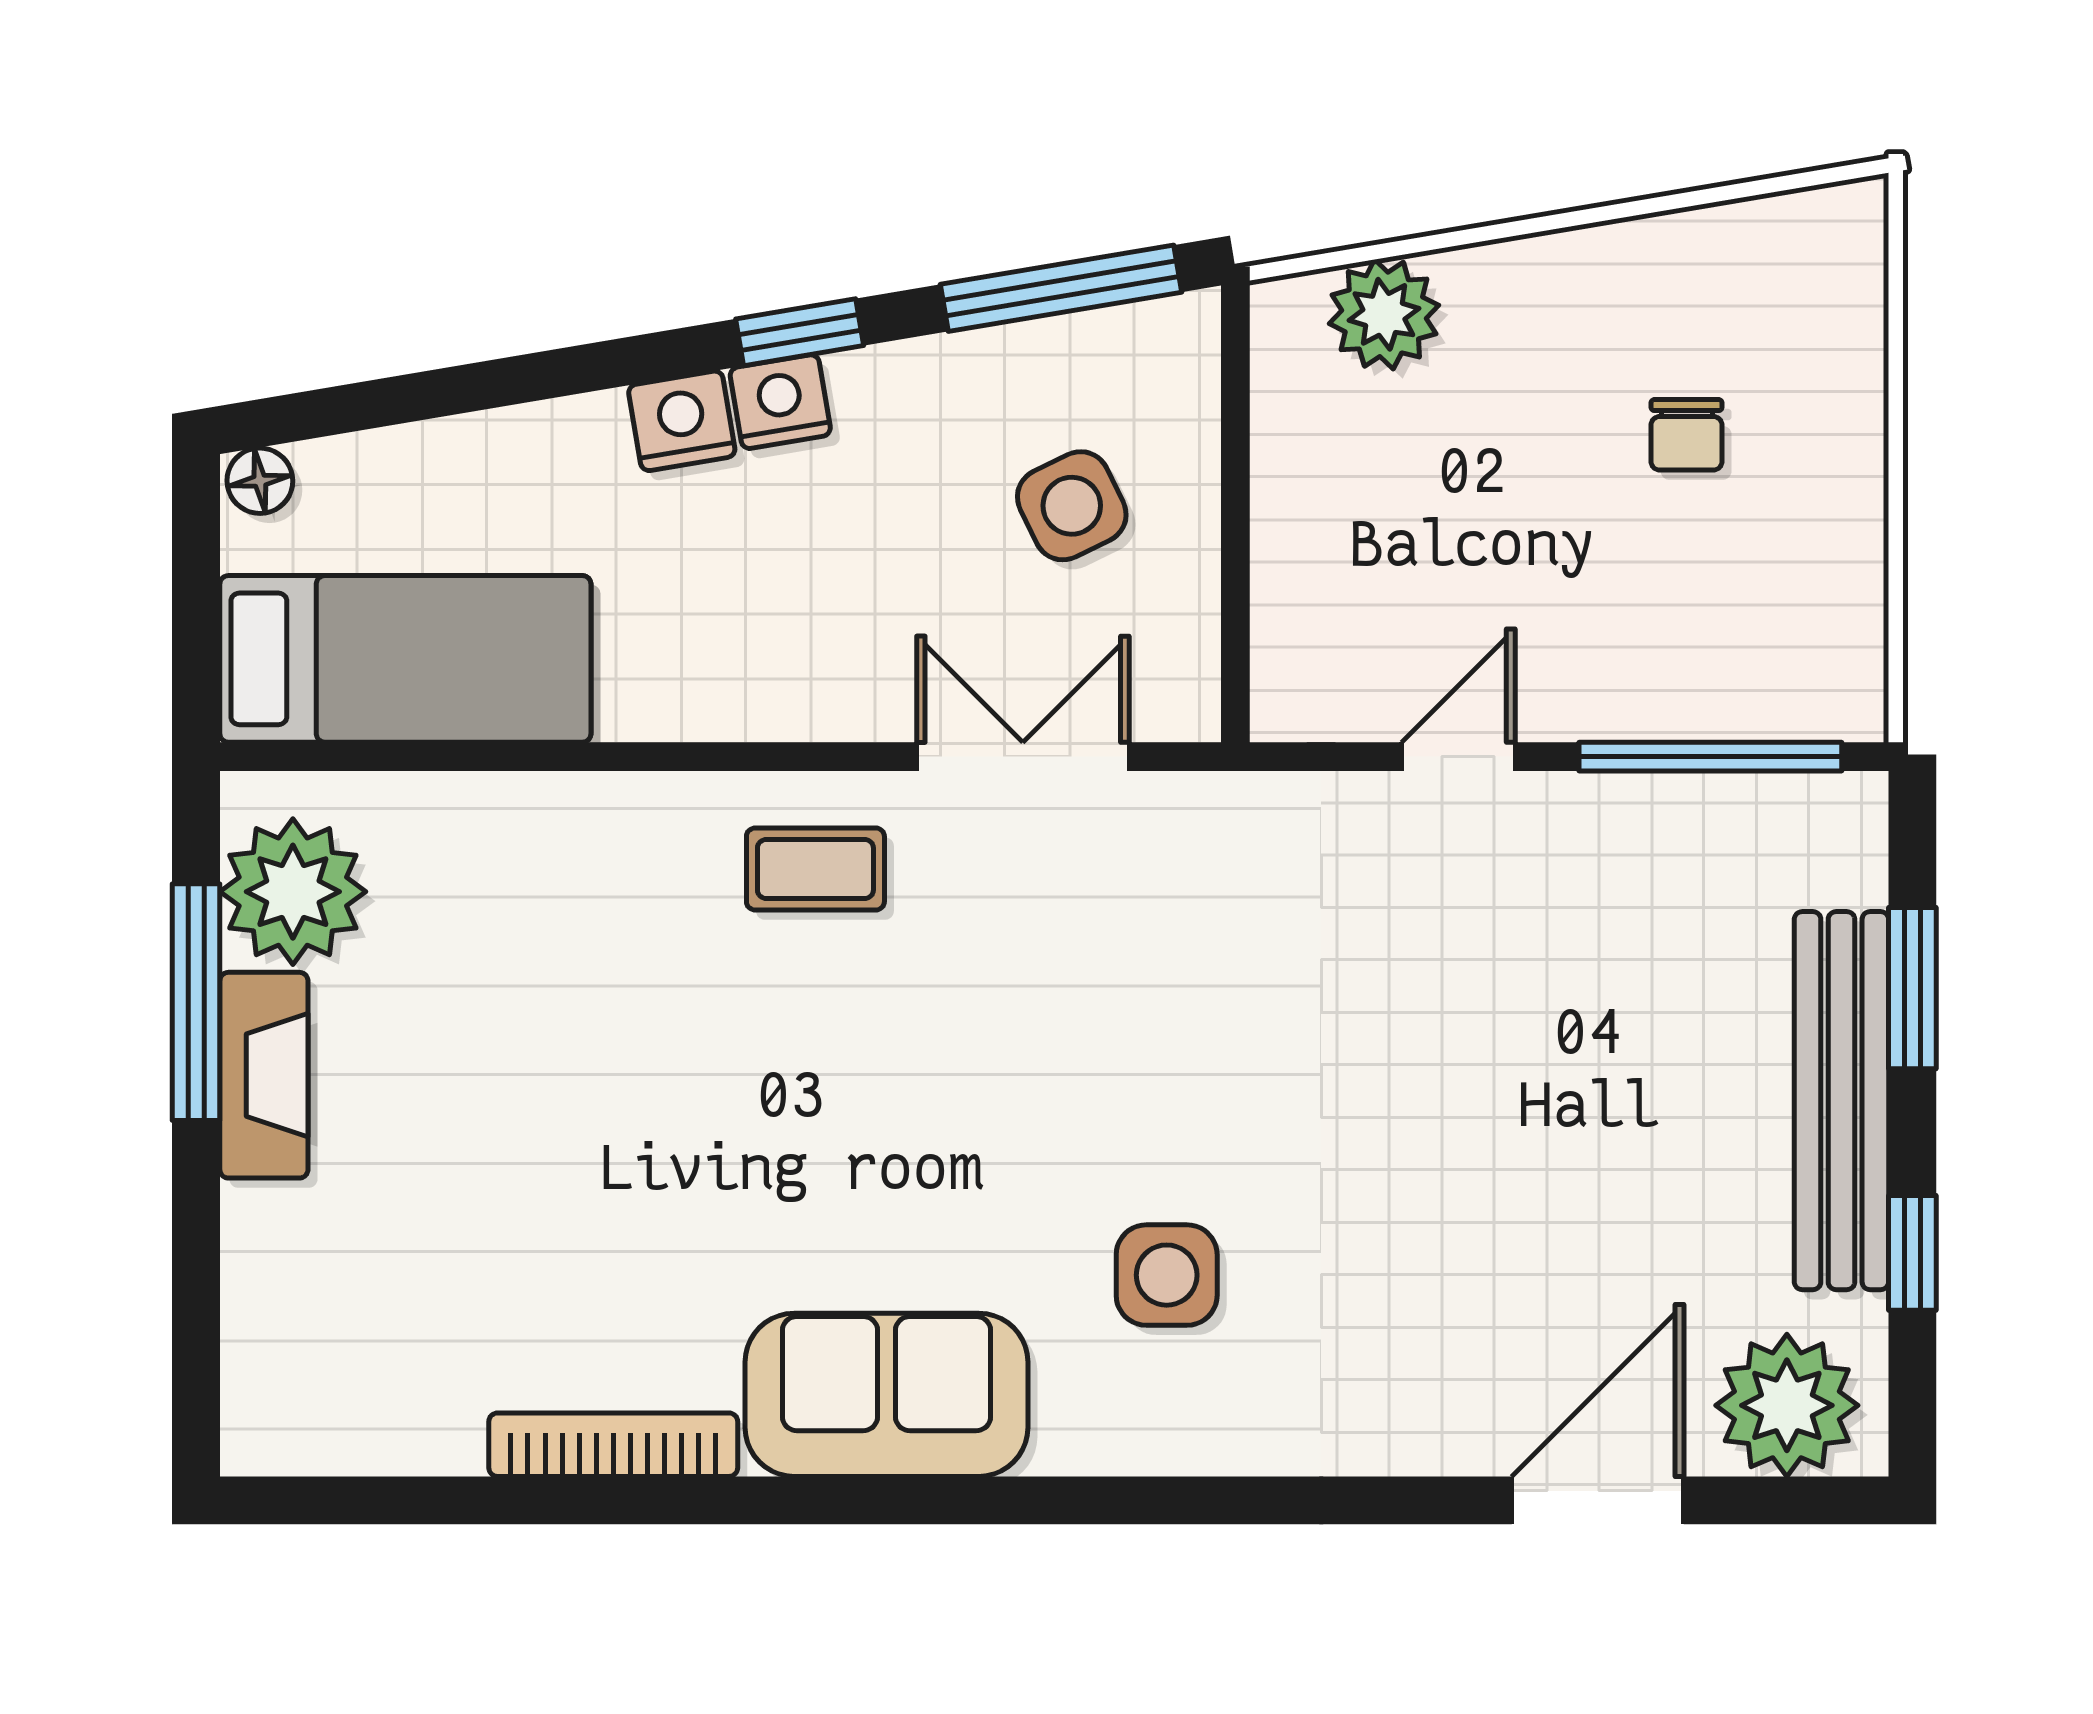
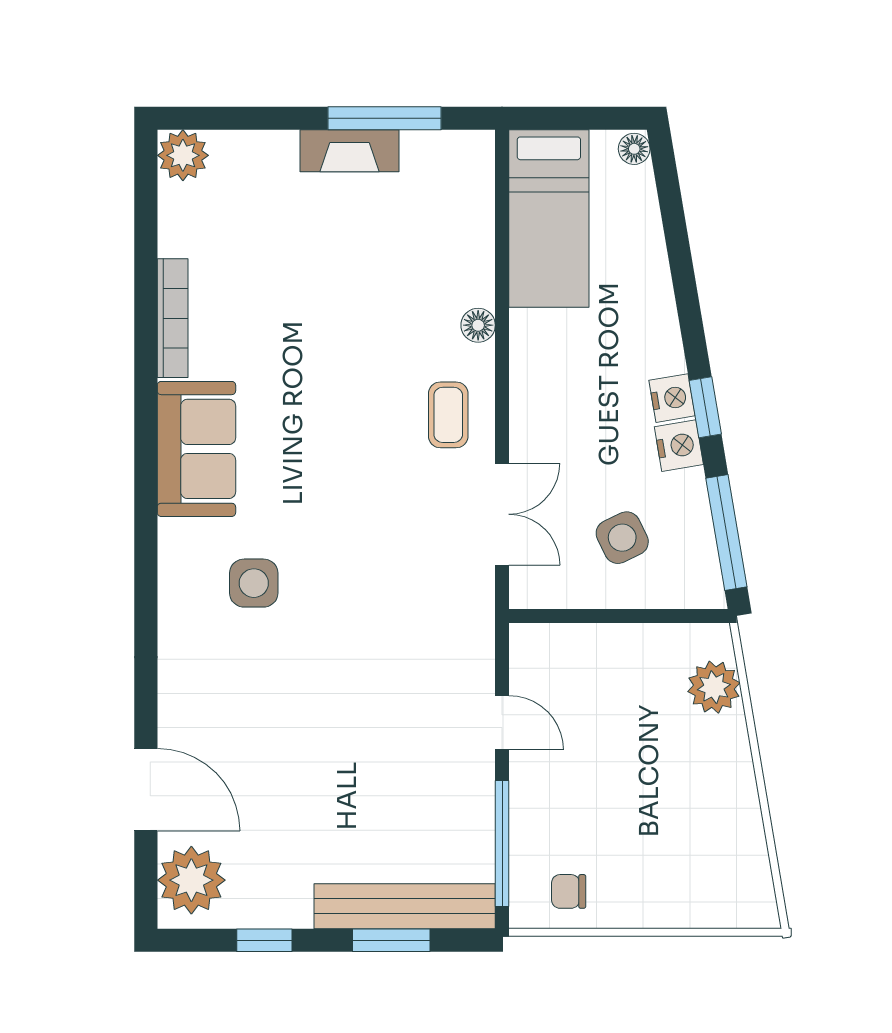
nightstand: (682, 421) -> (679, 446), moved
chair: (1687, 435) -> (569, 891), moved
floor lamp: (628, 807) -> (478, 325), added
plant: (293, 892) -> (183, 155), moved, width x0.73, depth x0.73
bench: (1841, 1101) -> (405, 906), moved

